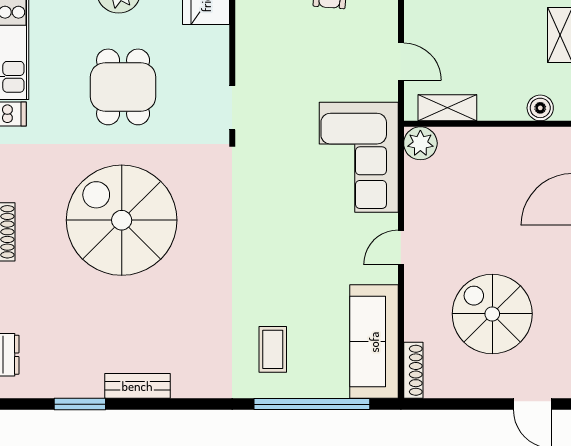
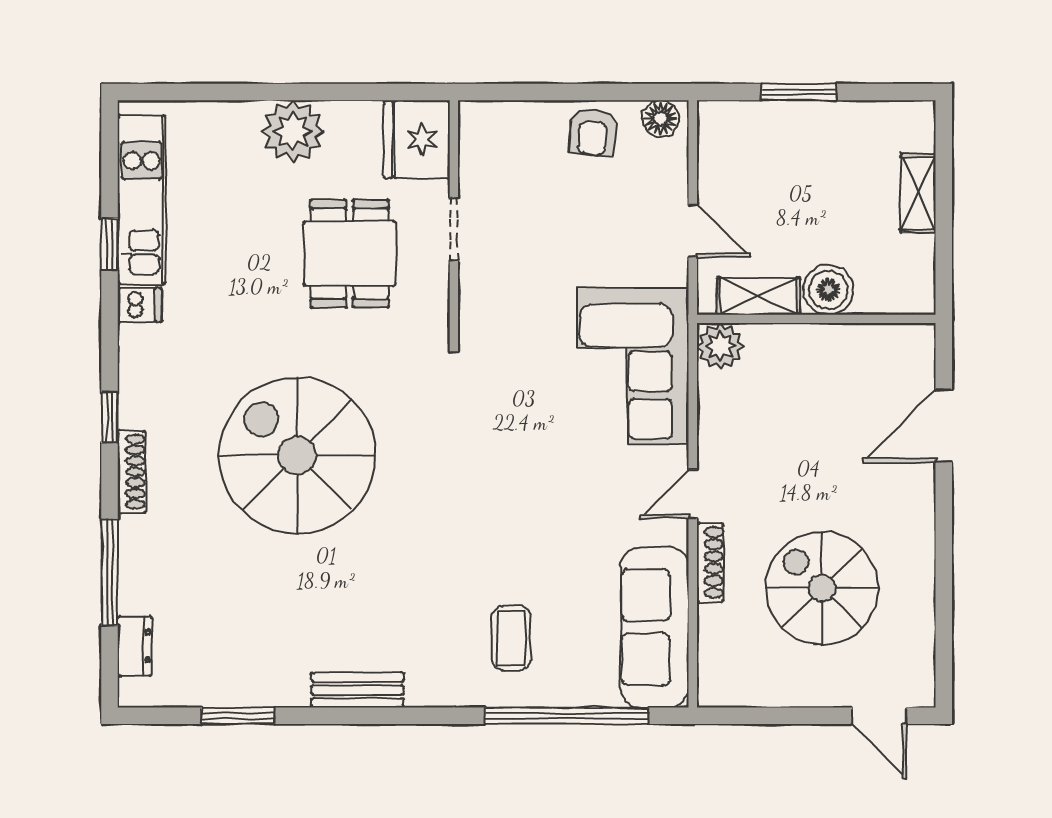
dining table: (123, 87) -> (350, 254), moved
doorway: (232, 108) -> (454, 230), moved
boiler: (540, 108) -> (828, 290), moved, width x1.36, depth x1.36
shoe rack: (413, 370) -> (710, 562), moved
bench: (137, 386) -> (358, 690), moved

